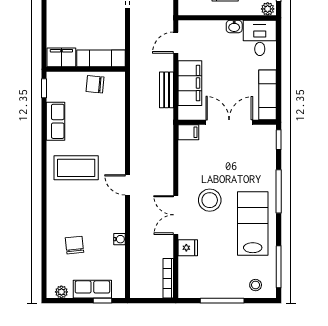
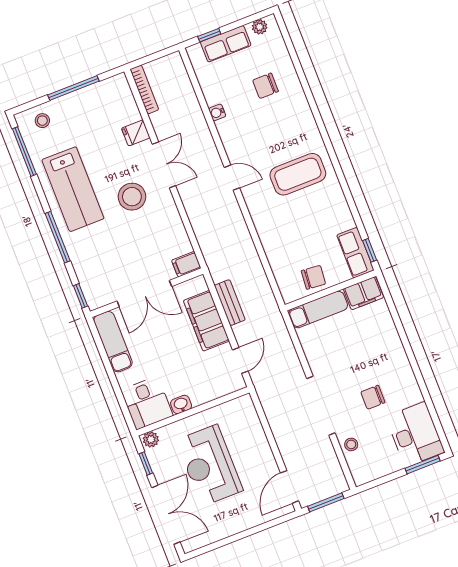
row of seats: (56, 121) -> (355, 253), moved
chair: (75, 245) -> (265, 86), turned 96

